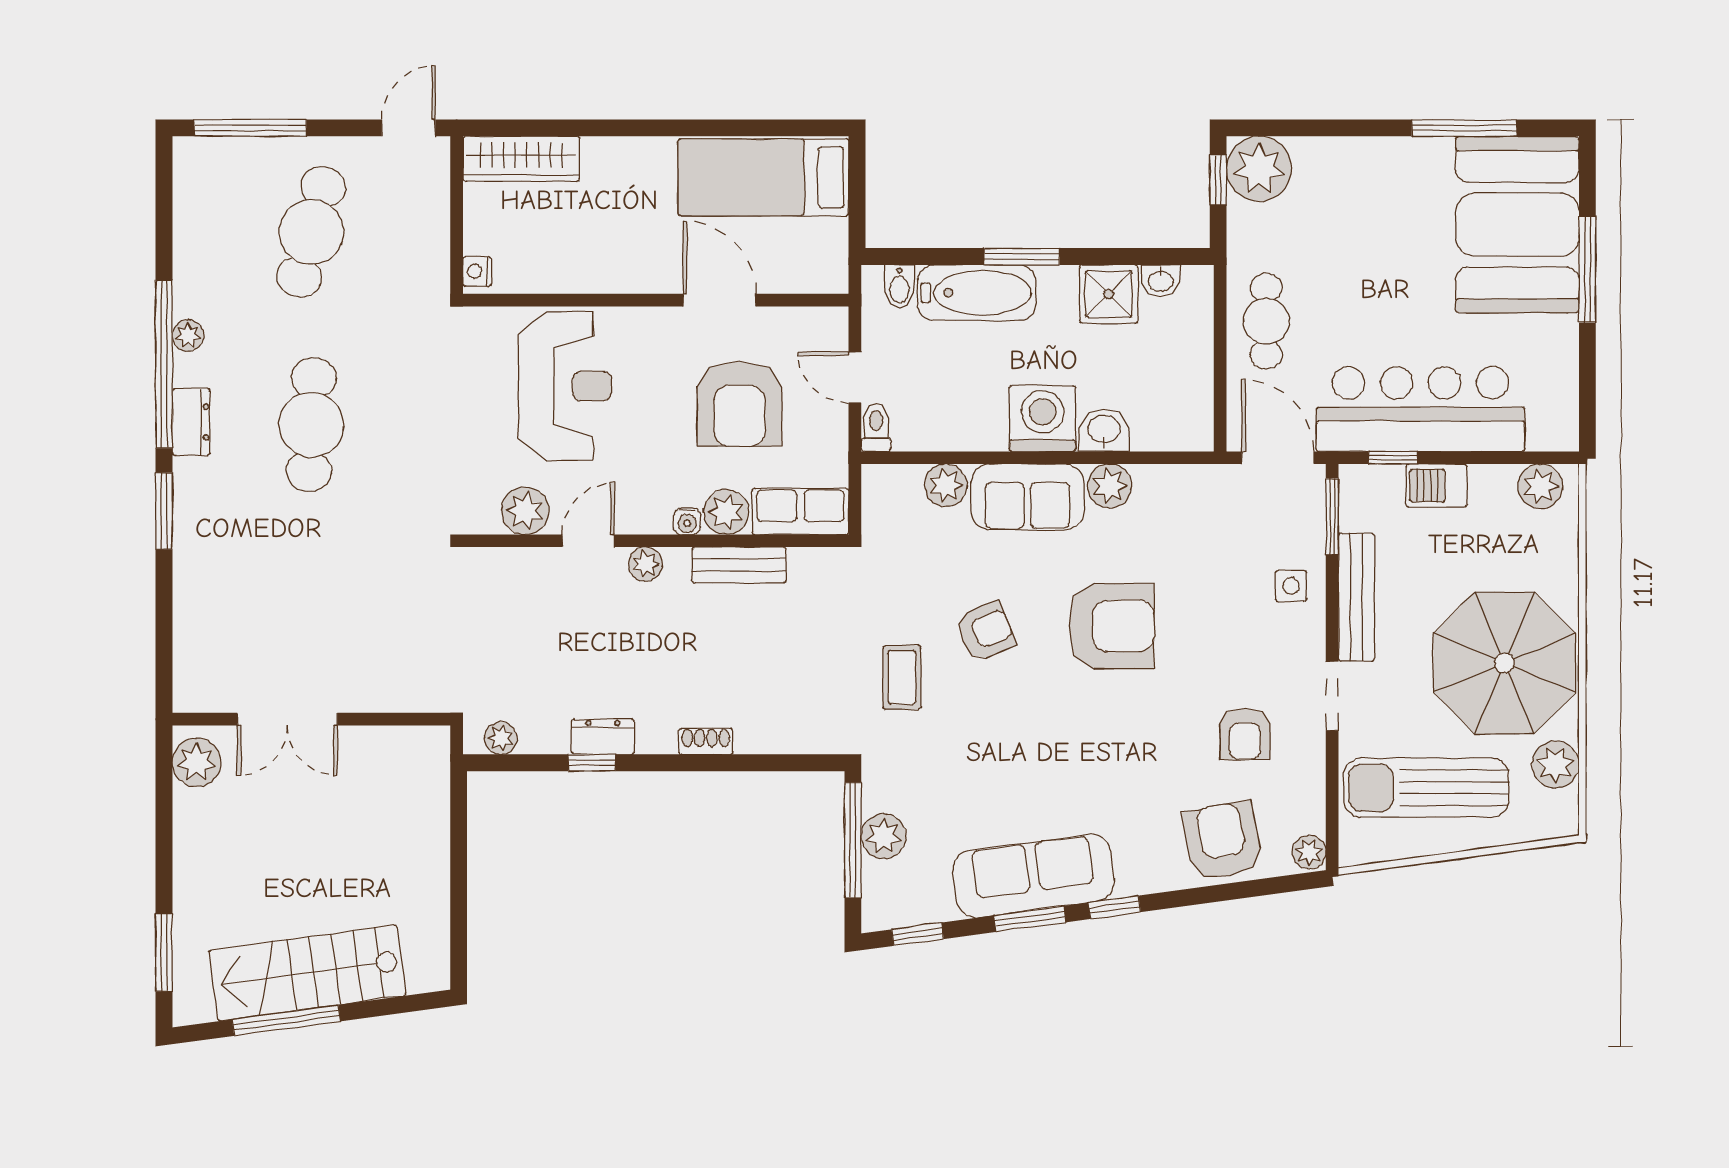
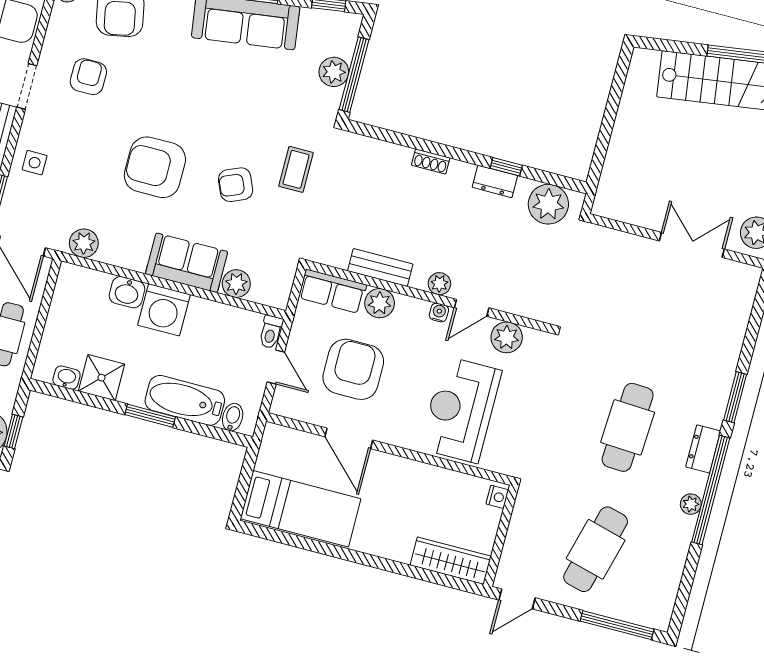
plant: (1110, 486) -> (84, 243), moved
water cooler: (687, 521) -> (439, 313), moved
plant: (501, 738) -> (548, 204), width x1.88, depth x1.88

